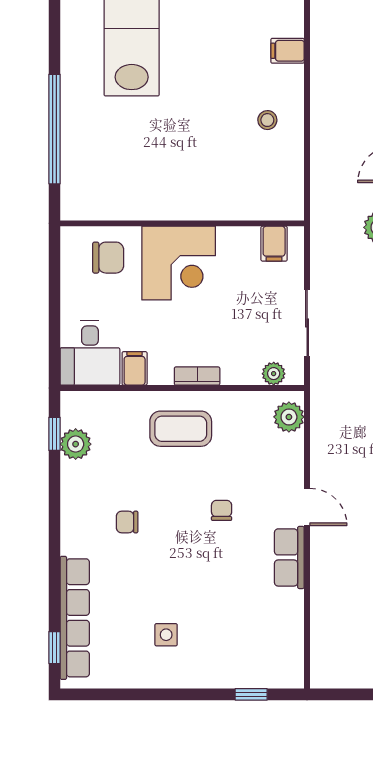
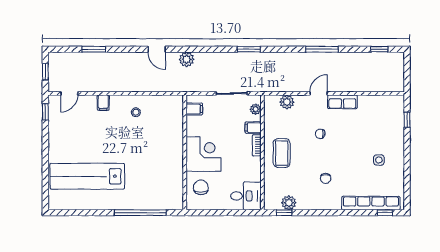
filing cabinet: (135, 368) -> (253, 128), moved
plant: (289, 417) -> (287, 102), moved

